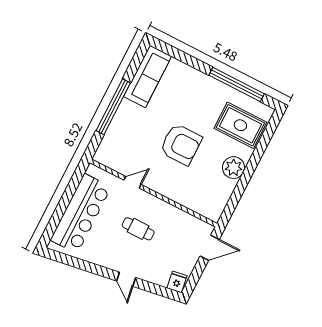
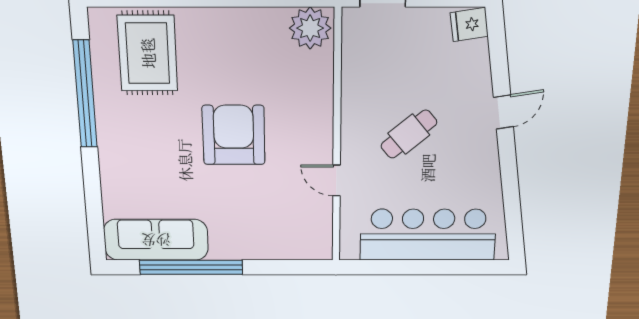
window: (113, 107) -> (191, 267), moved
plant: (234, 168) -> (310, 28), moved
cafe table: (138, 229) -> (409, 134), turned 50

